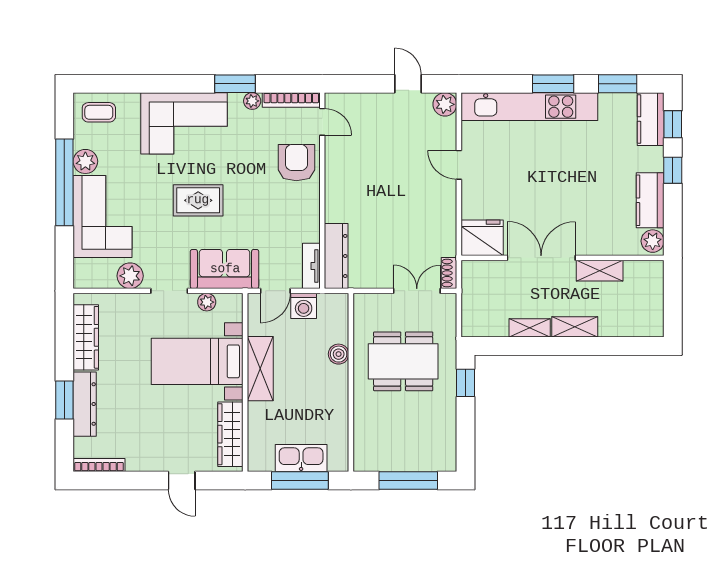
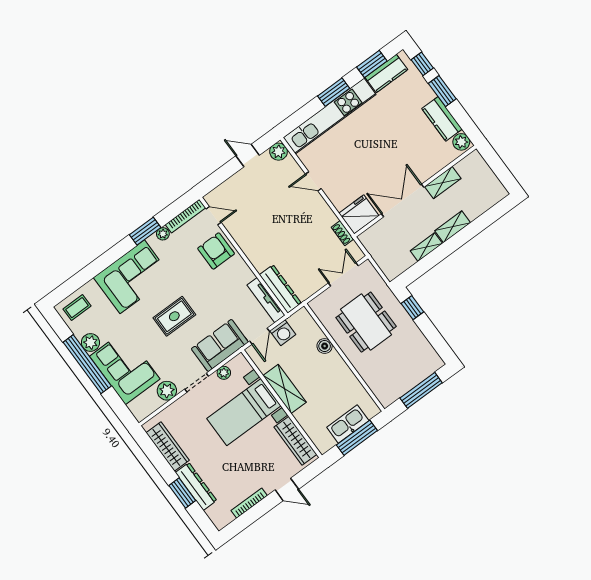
kitchen counter: (651, 119) -> (386, 73), moved, turned -90
window: (673, 170) -> (442, 91), width x1.50
tv unit: (311, 266) -> (266, 300), width x1.41
shoe rack: (449, 273) -> (342, 233), moved
dining table: (403, 361) -> (366, 322), turned 90
bookcase: (99, 465) -> (249, 503), moved

